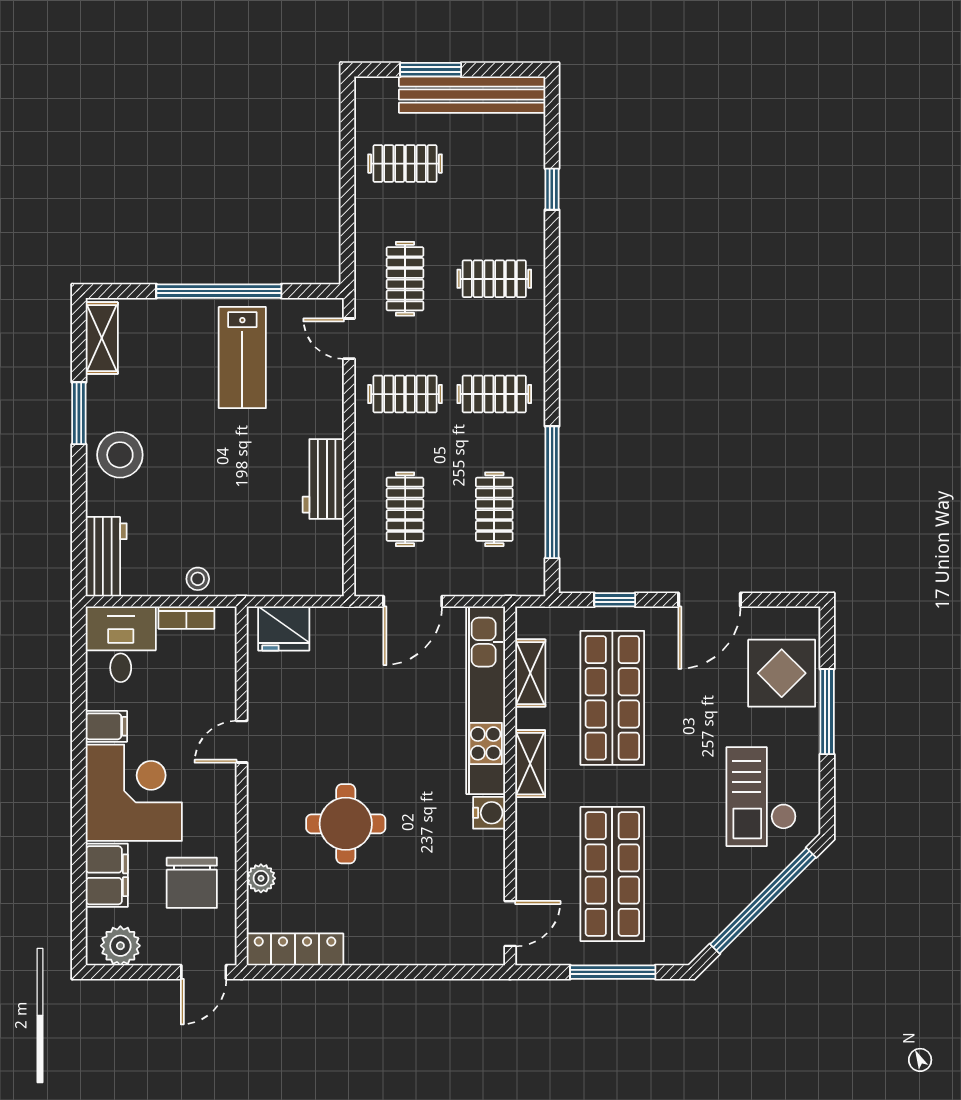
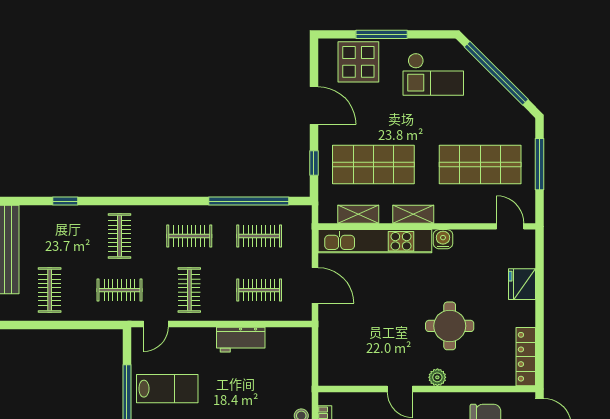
clothes rail: (494, 394) -> (189, 236), turned 90
fridge: (284, 629) -> (522, 284), moved, turned 180
plant: (261, 878) -> (437, 377), moved

